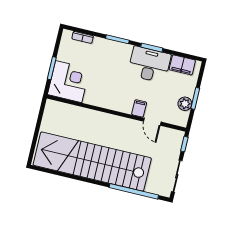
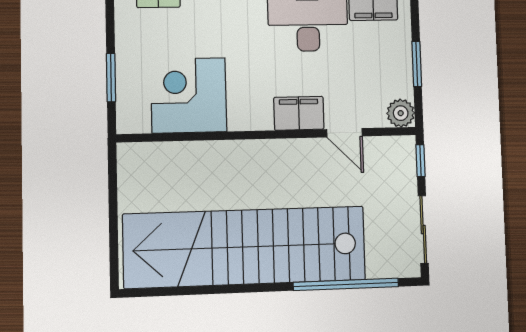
corner desk: (69, 82) -> (189, 95), moved, turned -90
plant: (185, 104) -> (401, 113), moved
filing cabinet: (139, 108) -> (299, 113), width x2.00

